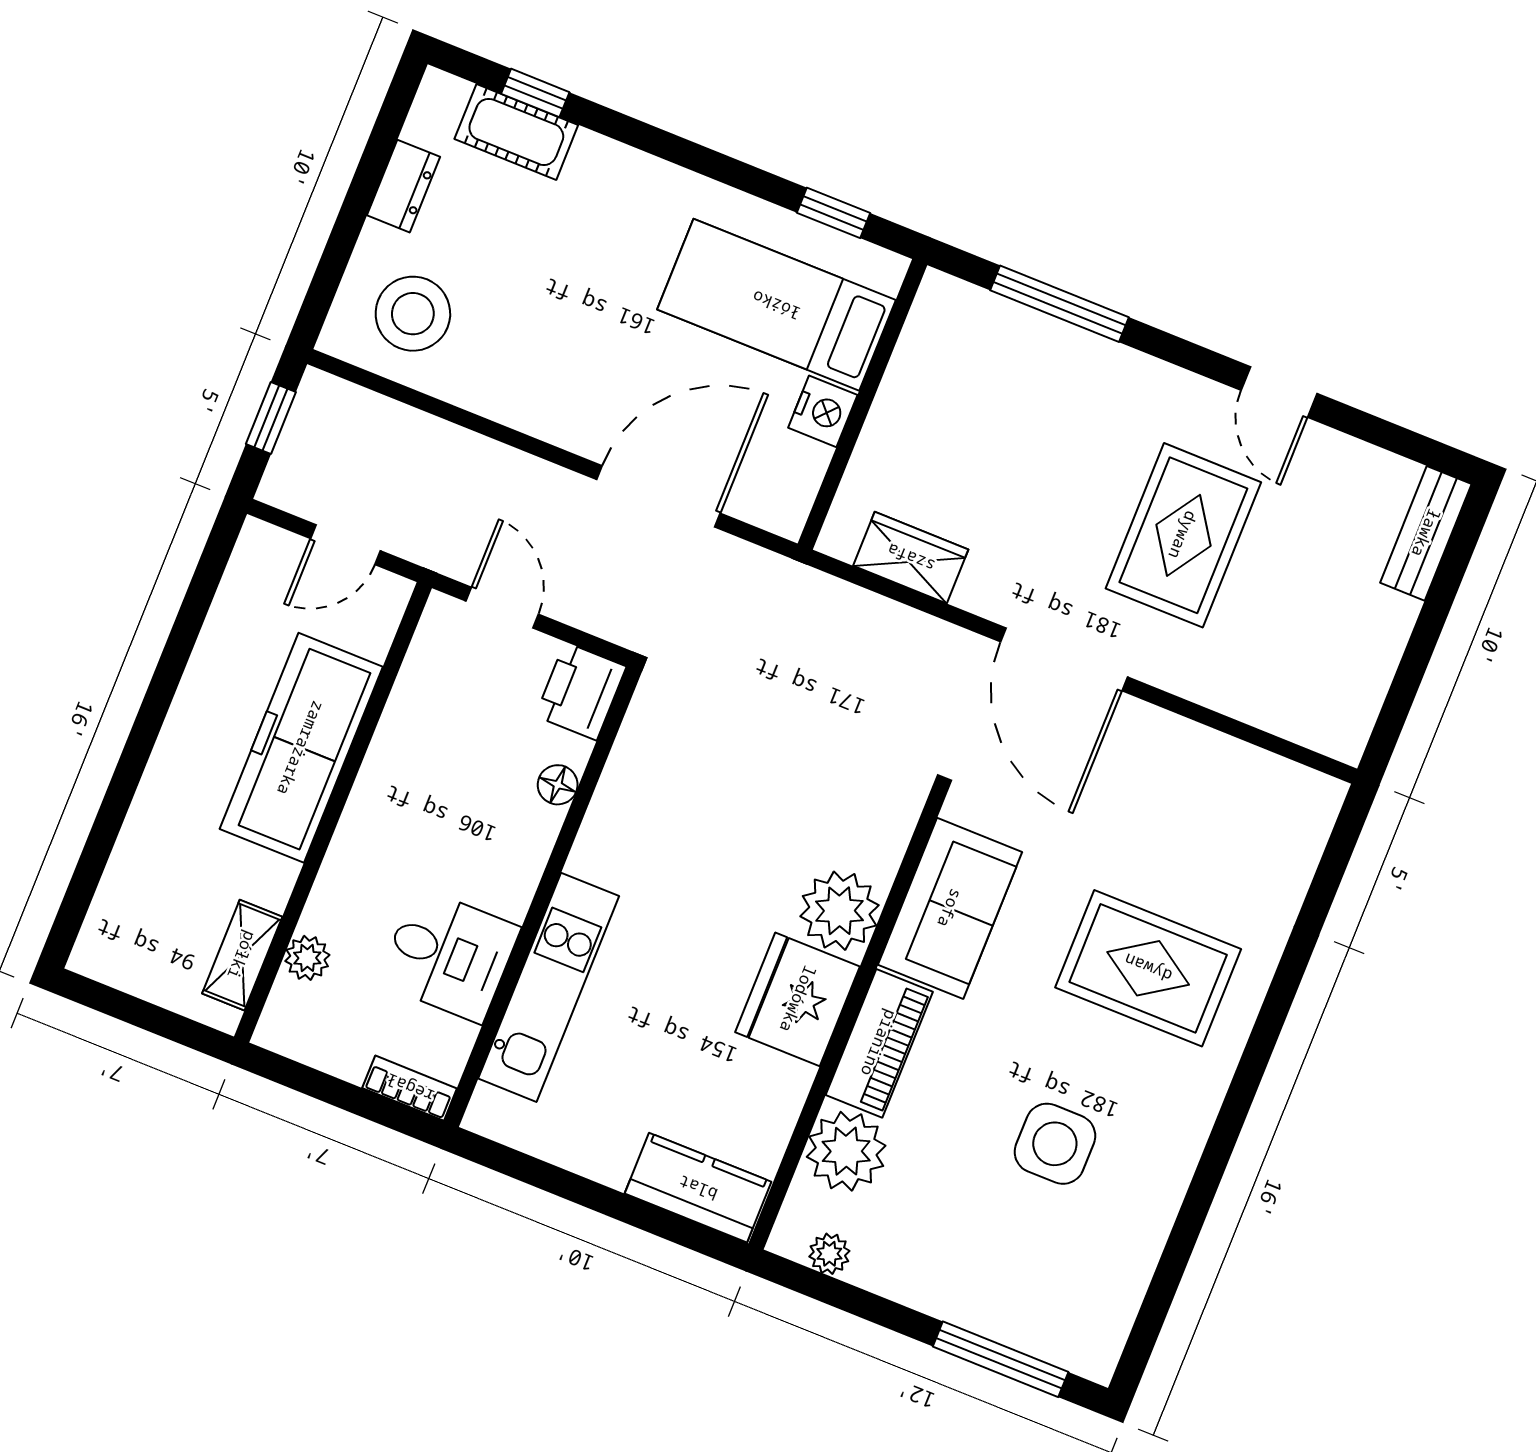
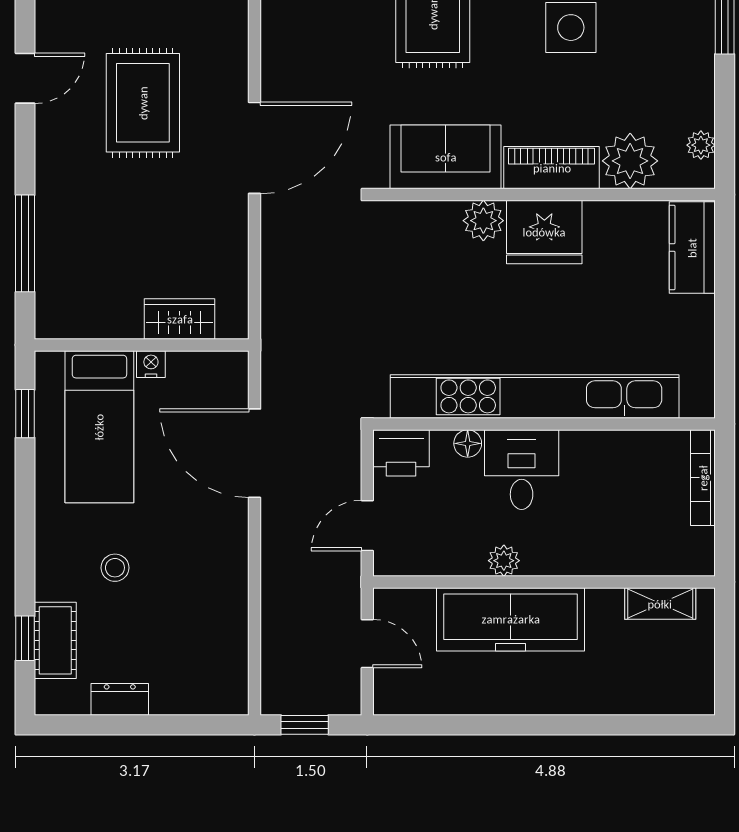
stool: (413, 314) -> (115, 568), moved, width x0.53, depth x0.53
nightstand: (823, 411) -> (151, 364), width x0.72, depth x0.74
rug: (1183, 535) -> (143, 103), turned 90
wardrobe: (911, 558) -> (180, 319), moved, turned 90
plant: (839, 911) -> (483, 221), width x0.73, depth x0.73
desk: (449, 955) -> (522, 470), moved
plant: (307, 958) -> (504, 561), moved
kitchen unit: (549, 987) -> (535, 396), width x1.86
bookcase: (410, 1088) -> (703, 478), width x1.56

